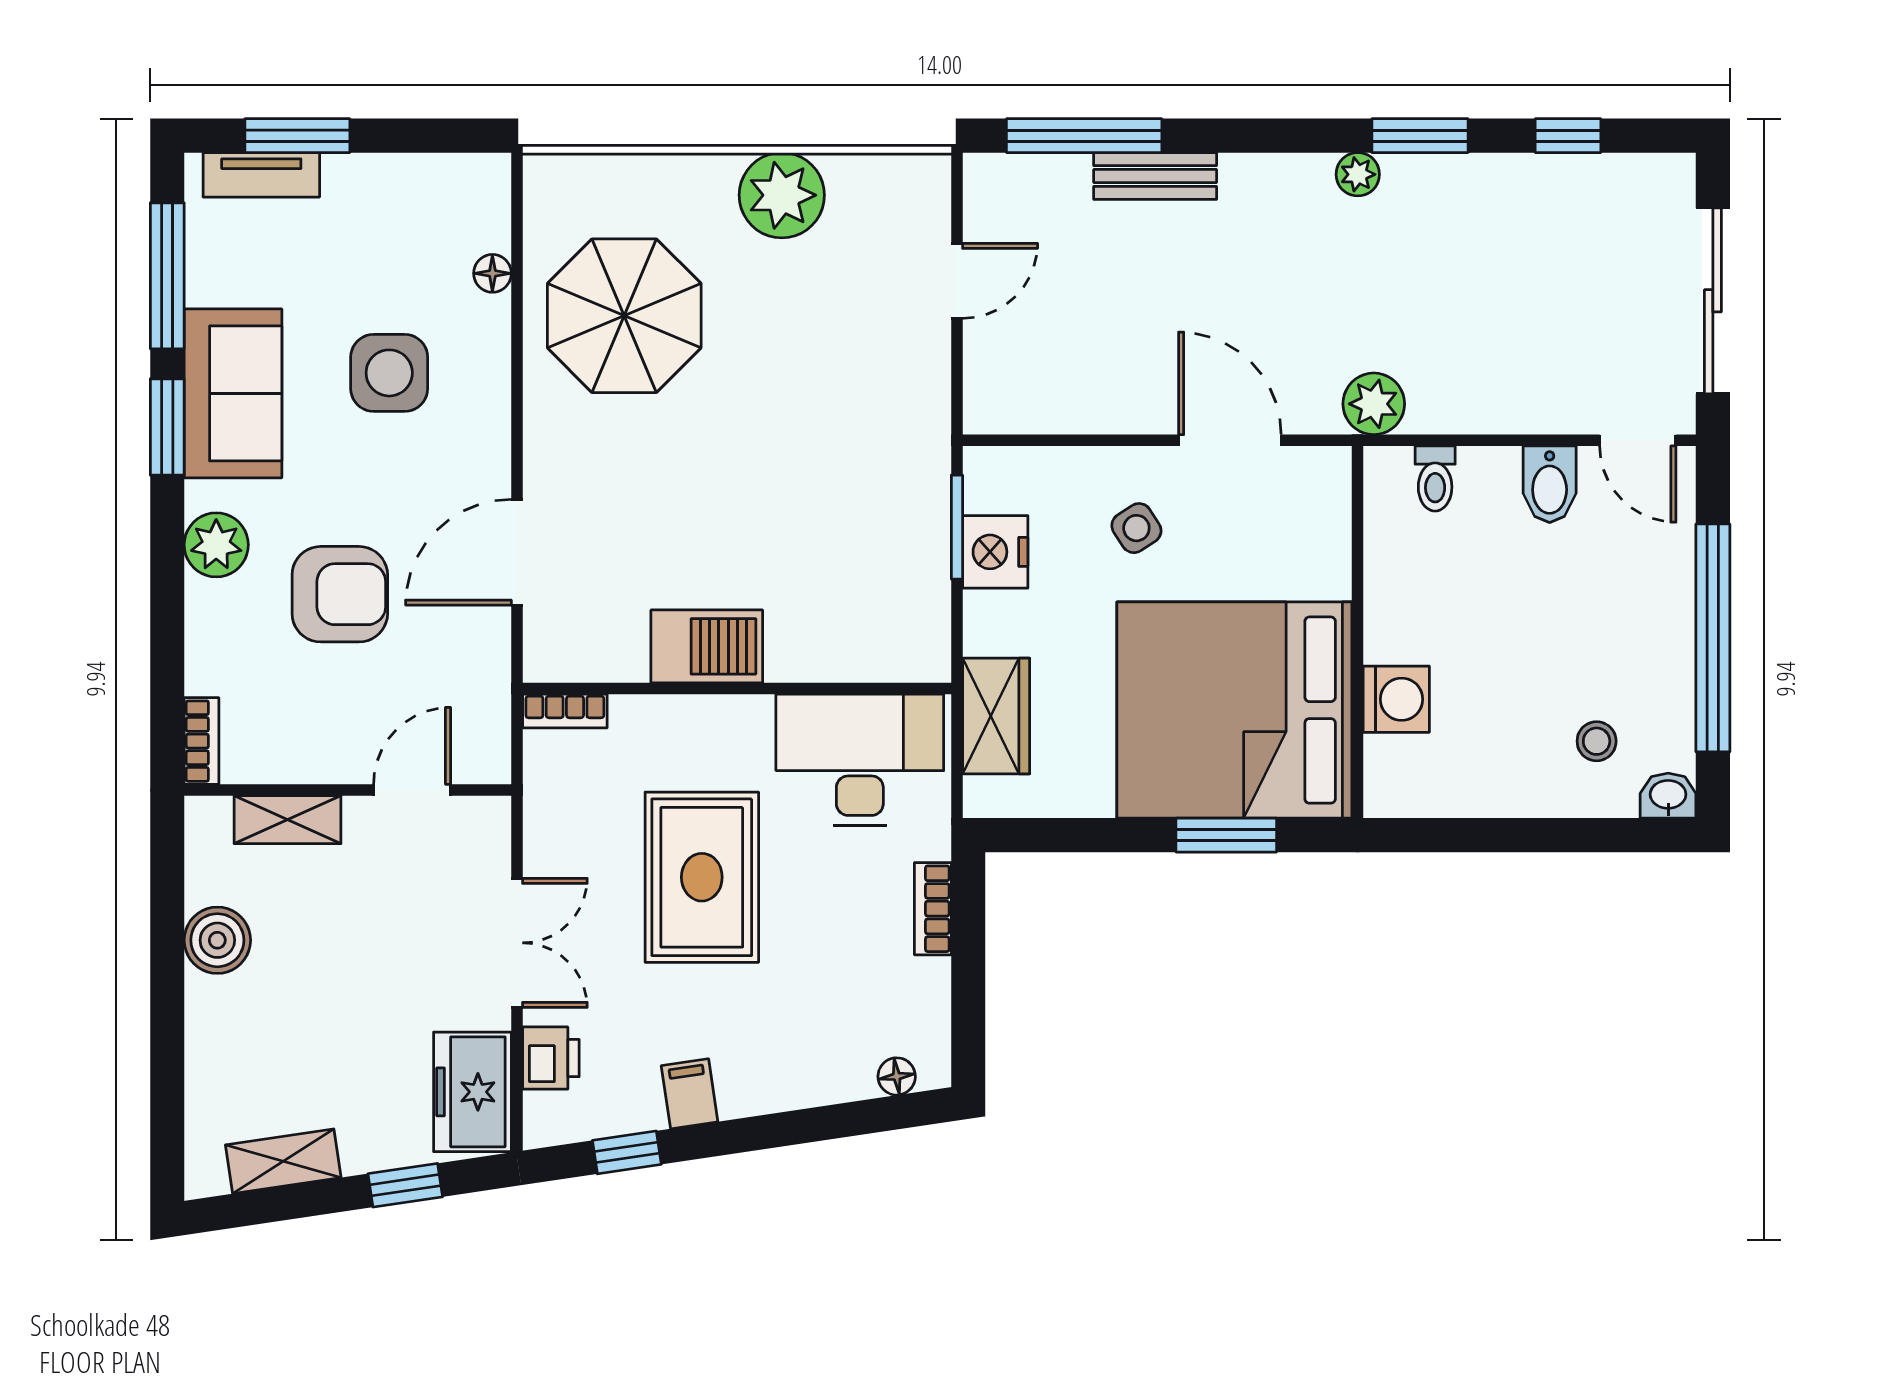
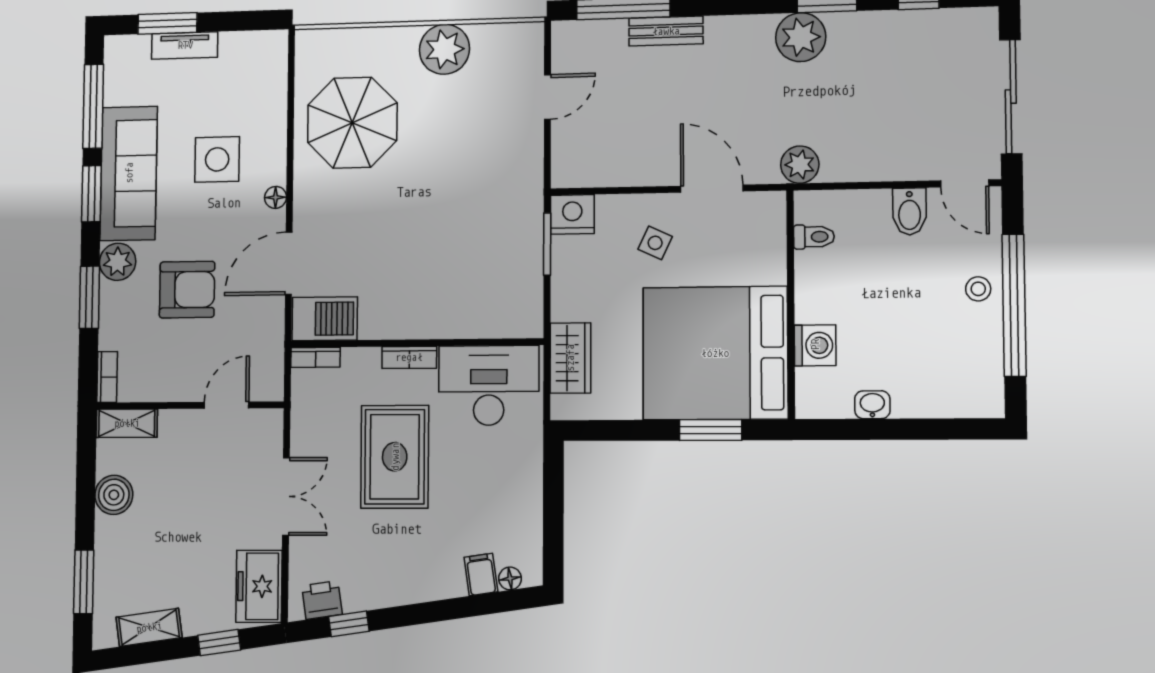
plant: (1358, 174) -> (801, 37), width x1.88, depth x1.88
tv unit: (261, 175) -> (185, 45), moved
floor lamp: (492, 273) -> (276, 197), moved
sofa: (233, 393) -> (129, 173), width x1.36
toilet: (1435, 479) -> (814, 237), moved, turned -90
side table: (1136, 528) -> (655, 243), turned -32
nightstand: (995, 552) -> (572, 214), moved, turned 90
window: (167, 605) -> (89, 297), added
barbecue: (707, 646) -> (325, 319), moved
stool: (1597, 741) -> (978, 289), moved
washbasin: (1668, 796) -> (872, 405), moved
shelving: (287, 820) -> (127, 423), moved
bookcase: (933, 909) -> (409, 357), moved, turned -90
printer: (551, 1058) -> (322, 600), moved, turned -98
window: (167, 1086) -> (84, 582), added
filing cabinet: (690, 1094) -> (481, 575), moved

